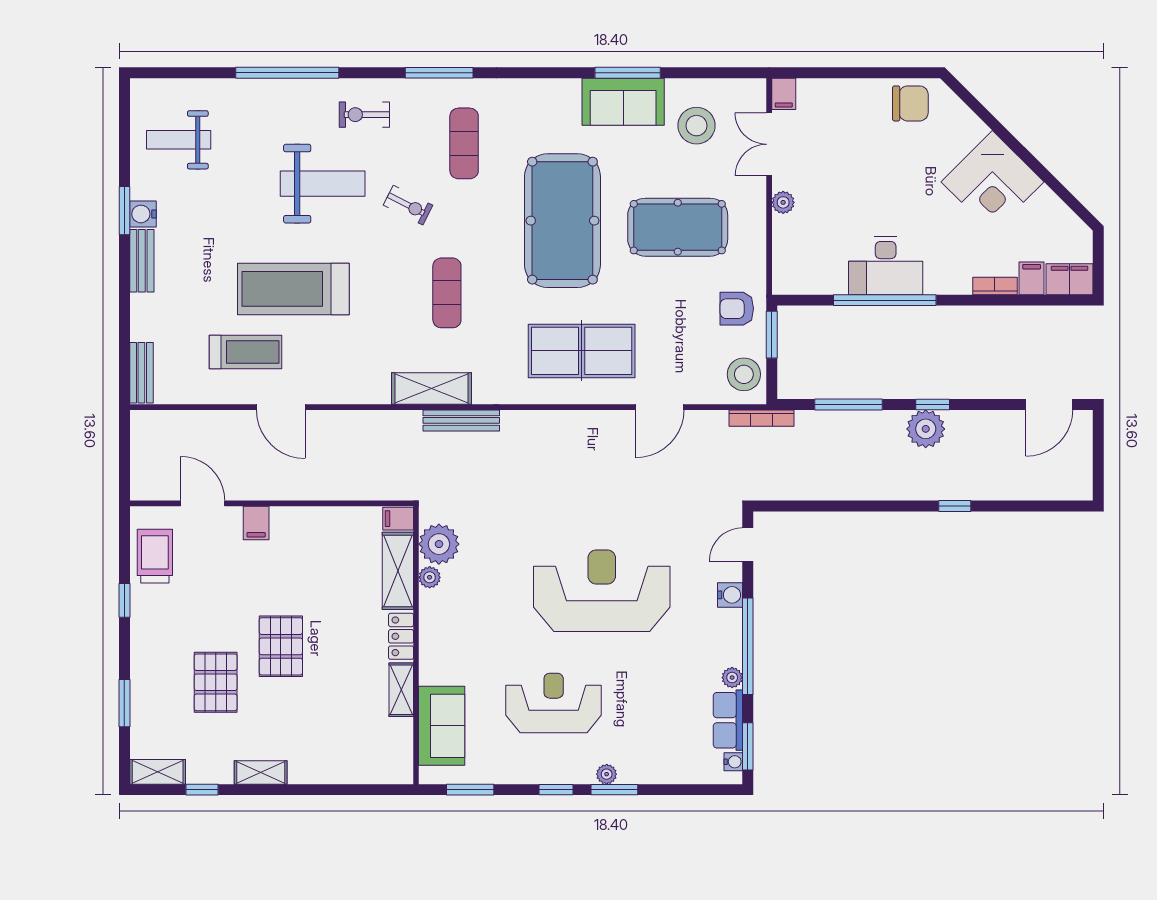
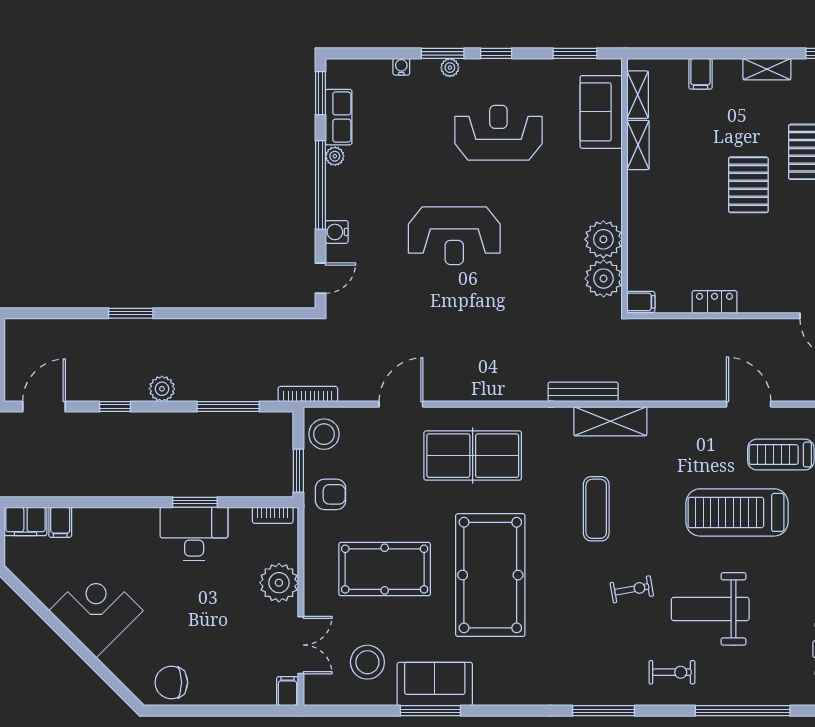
exercise mat: (464, 143) -> (580, 646), removed
plant: (783, 202) -> (279, 583), width x1.87, depth x1.87
exercise bike: (408, 205) -> (632, 589), turned 143
bookcase: (995, 286) -> (273, 515), moved
treadmill: (293, 289) -> (737, 512), turned 180
window: (885, 300) -> (195, 502), width x0.47
window: (933, 404) -> (115, 407), moved
plant: (926, 429) -> (162, 389), width x0.73, depth x0.73
window: (955, 506) -> (131, 313), width x1.50
filing cabinet: (256, 523) -> (701, 74), moved, turned 180
shelving: (398, 571) -> (638, 95), moved, width x0.67, depth x0.75
plant: (430, 577) -> (603, 239), width x1.88, depth x1.88
reception desk: (602, 591) -> (454, 236), width x0.74, depth x0.77
locker: (401, 636) -> (715, 302), moved, turned -90
reception desk: (554, 703) -> (498, 133), turned 180
water cooler: (733, 762) -> (401, 67), moved, turned 90

